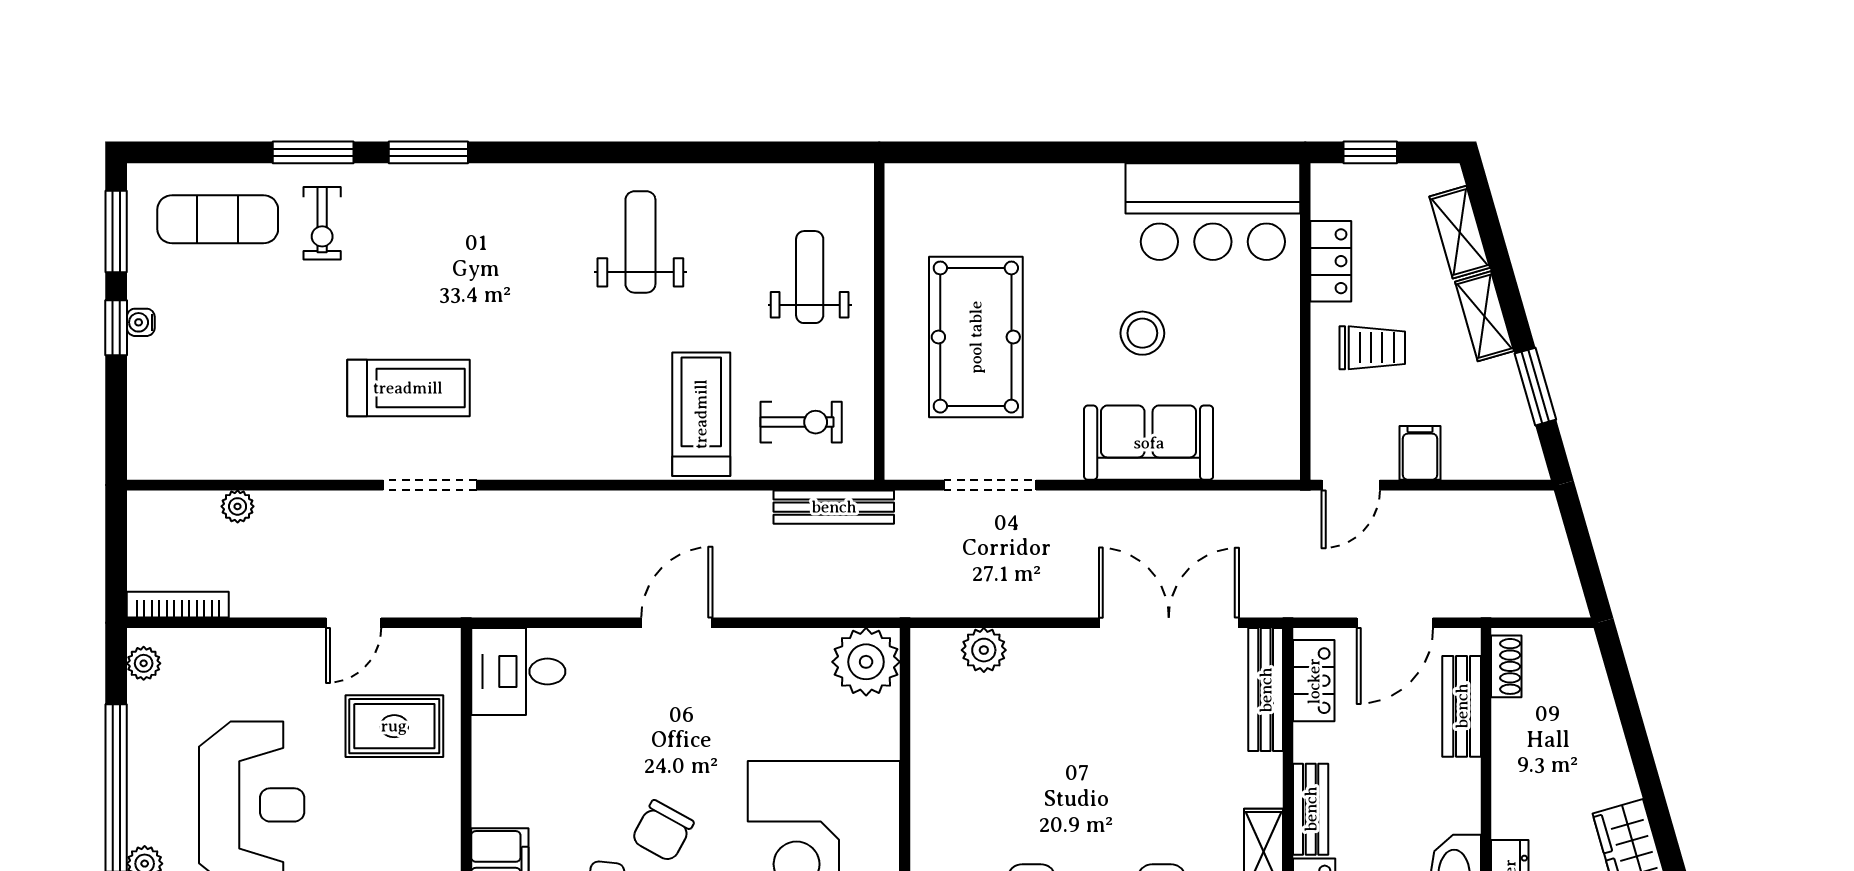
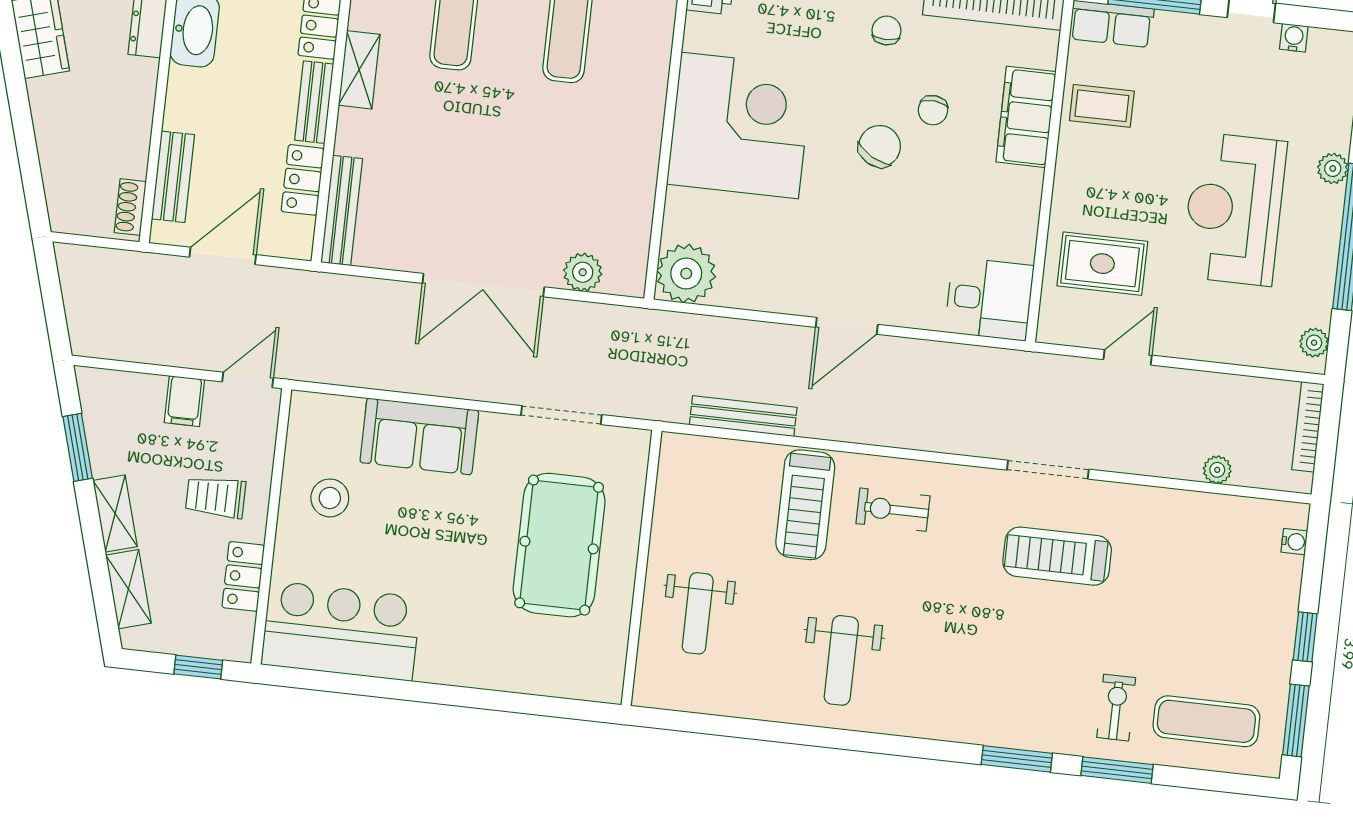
water cooler: (141, 322) -> (1294, 542), moved
stool: (1142, 333) -> (330, 498), moved
exercise bike: (801, 422) -> (893, 510), moved
bench: (834, 507) -> (743, 416), moved
bookcase: (178, 605) -> (1308, 427), moved, turned 90
double door: (1169, 623) -> (483, 285), moved
locker: (1314, 681) -> (303, 180), moved

